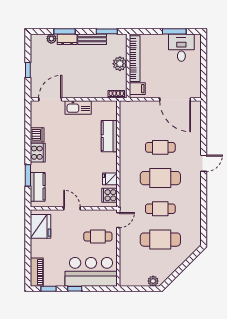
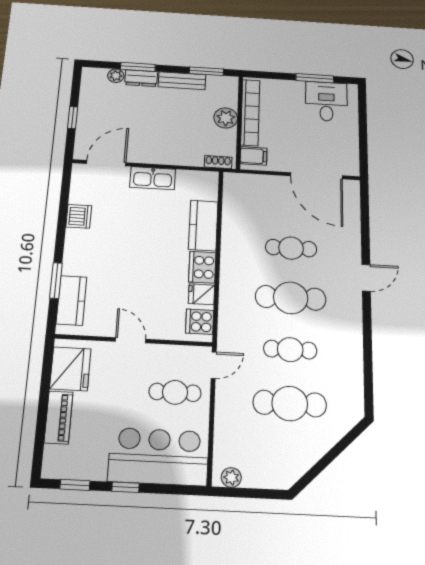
cooker: (38, 153) -> (202, 267), moved, turned 180
piano: (37, 272) -> (59, 417), moved
plant: (153, 281) -> (231, 477), moved

